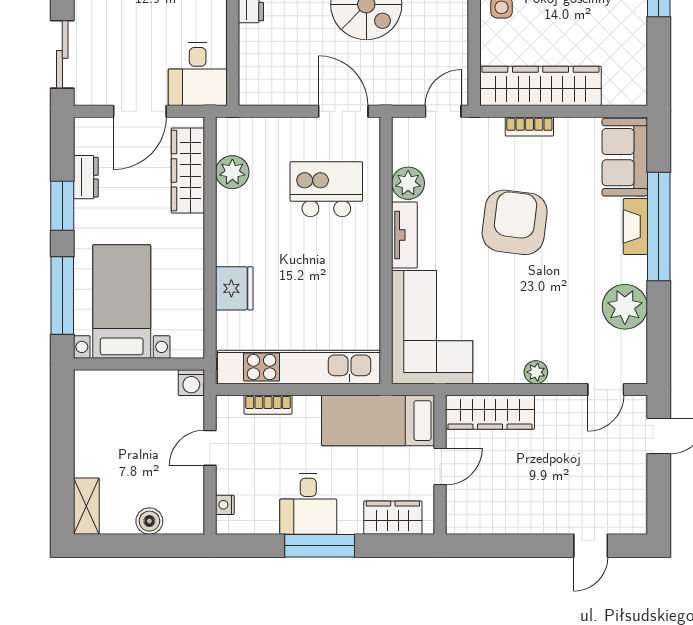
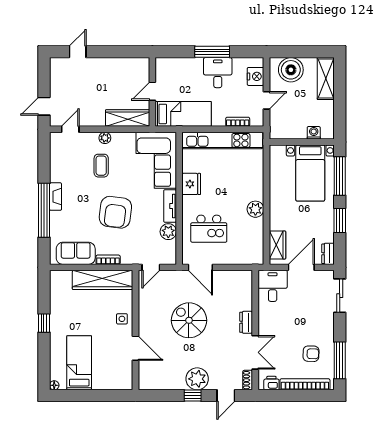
sofa: (625, 157) -> (76, 253), moved, turned -90
wardrobe: (188, 170) -> (277, 245), width x0.67
plant: (232, 172) -> (255, 209), moved
dresser: (86, 177) -> (328, 254), moved
fireplace: (635, 226) -> (56, 197), moved
fridge: (234, 288) -> (191, 184), moved, turned 180
plant: (625, 307) -> (61, 170), removed
coffee table: (543, 316) -> (101, 166), added
washing machine: (191, 383) -> (314, 133), moved
nightstand: (225, 505) -> (255, 76), width x1.89, depth x1.79
shelving: (86, 506) -> (326, 79), width x1.50, depth x1.33
wardrobe: (393, 518) -> (176, 66), removed
boiler: (149, 521) -> (291, 70), width x1.86, depth x1.86

